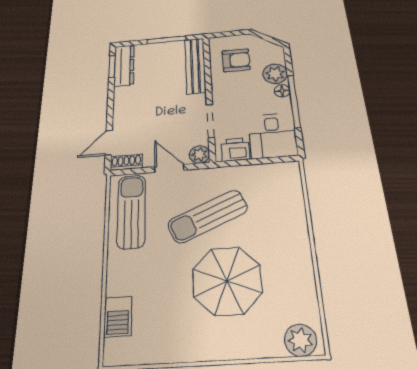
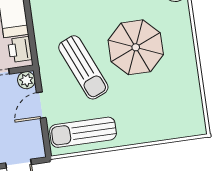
shoe rack: (126, 162) -> (37, 144), removed
barbecue: (118, 316) -> (170, 129), removed

